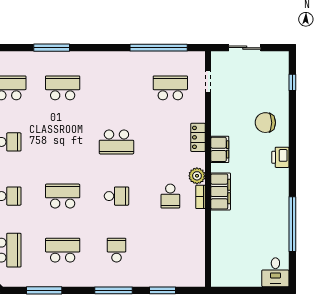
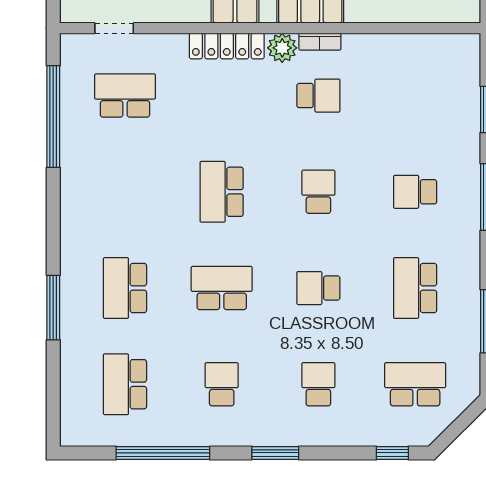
school desk: (170, 88) -> (125, 96), turned 90
locker: (198, 137) -> (227, 46), width x1.53
school desk: (63, 142) -> (222, 288), added
school desk: (116, 142) -> (222, 192), turned 180
school desk: (63, 196) -> (318, 288), width x0.54

